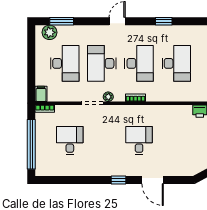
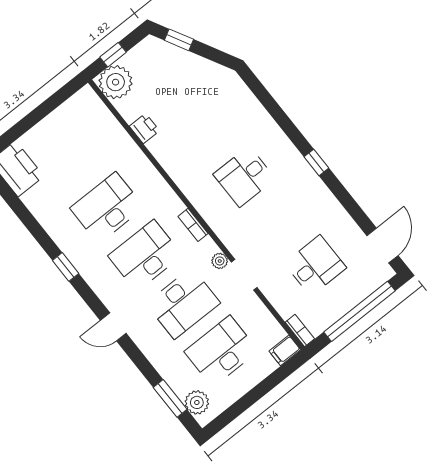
desk: (70, 140) -> (315, 266), turned 180
door: (153, 180) -> (382, 246), moved

